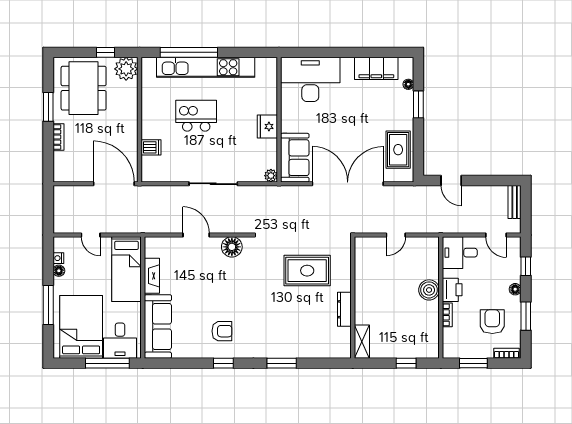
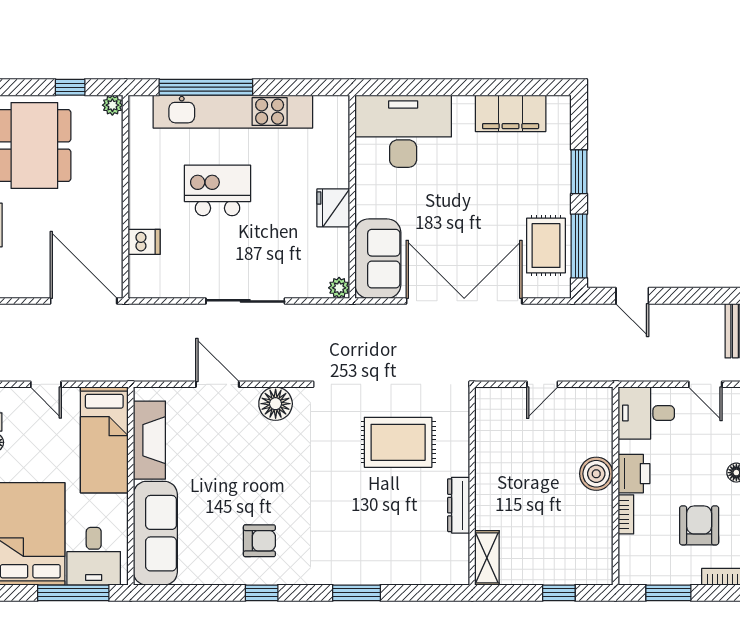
plant: (126, 69) -> (112, 105), width x0.53, depth x0.53
floor lamp: (408, 84) -> (563, 139), removed
window: (418, 150) -> (579, 246), added
fireplace: (152, 276) -> (149, 440), width x1.37, depth x1.32

